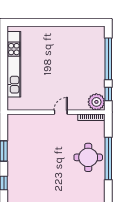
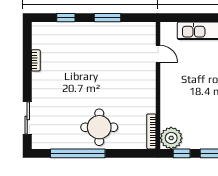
door: (61, 112) -> (158, 54), moved
window: (108, 158) -> (78, 153), moved

